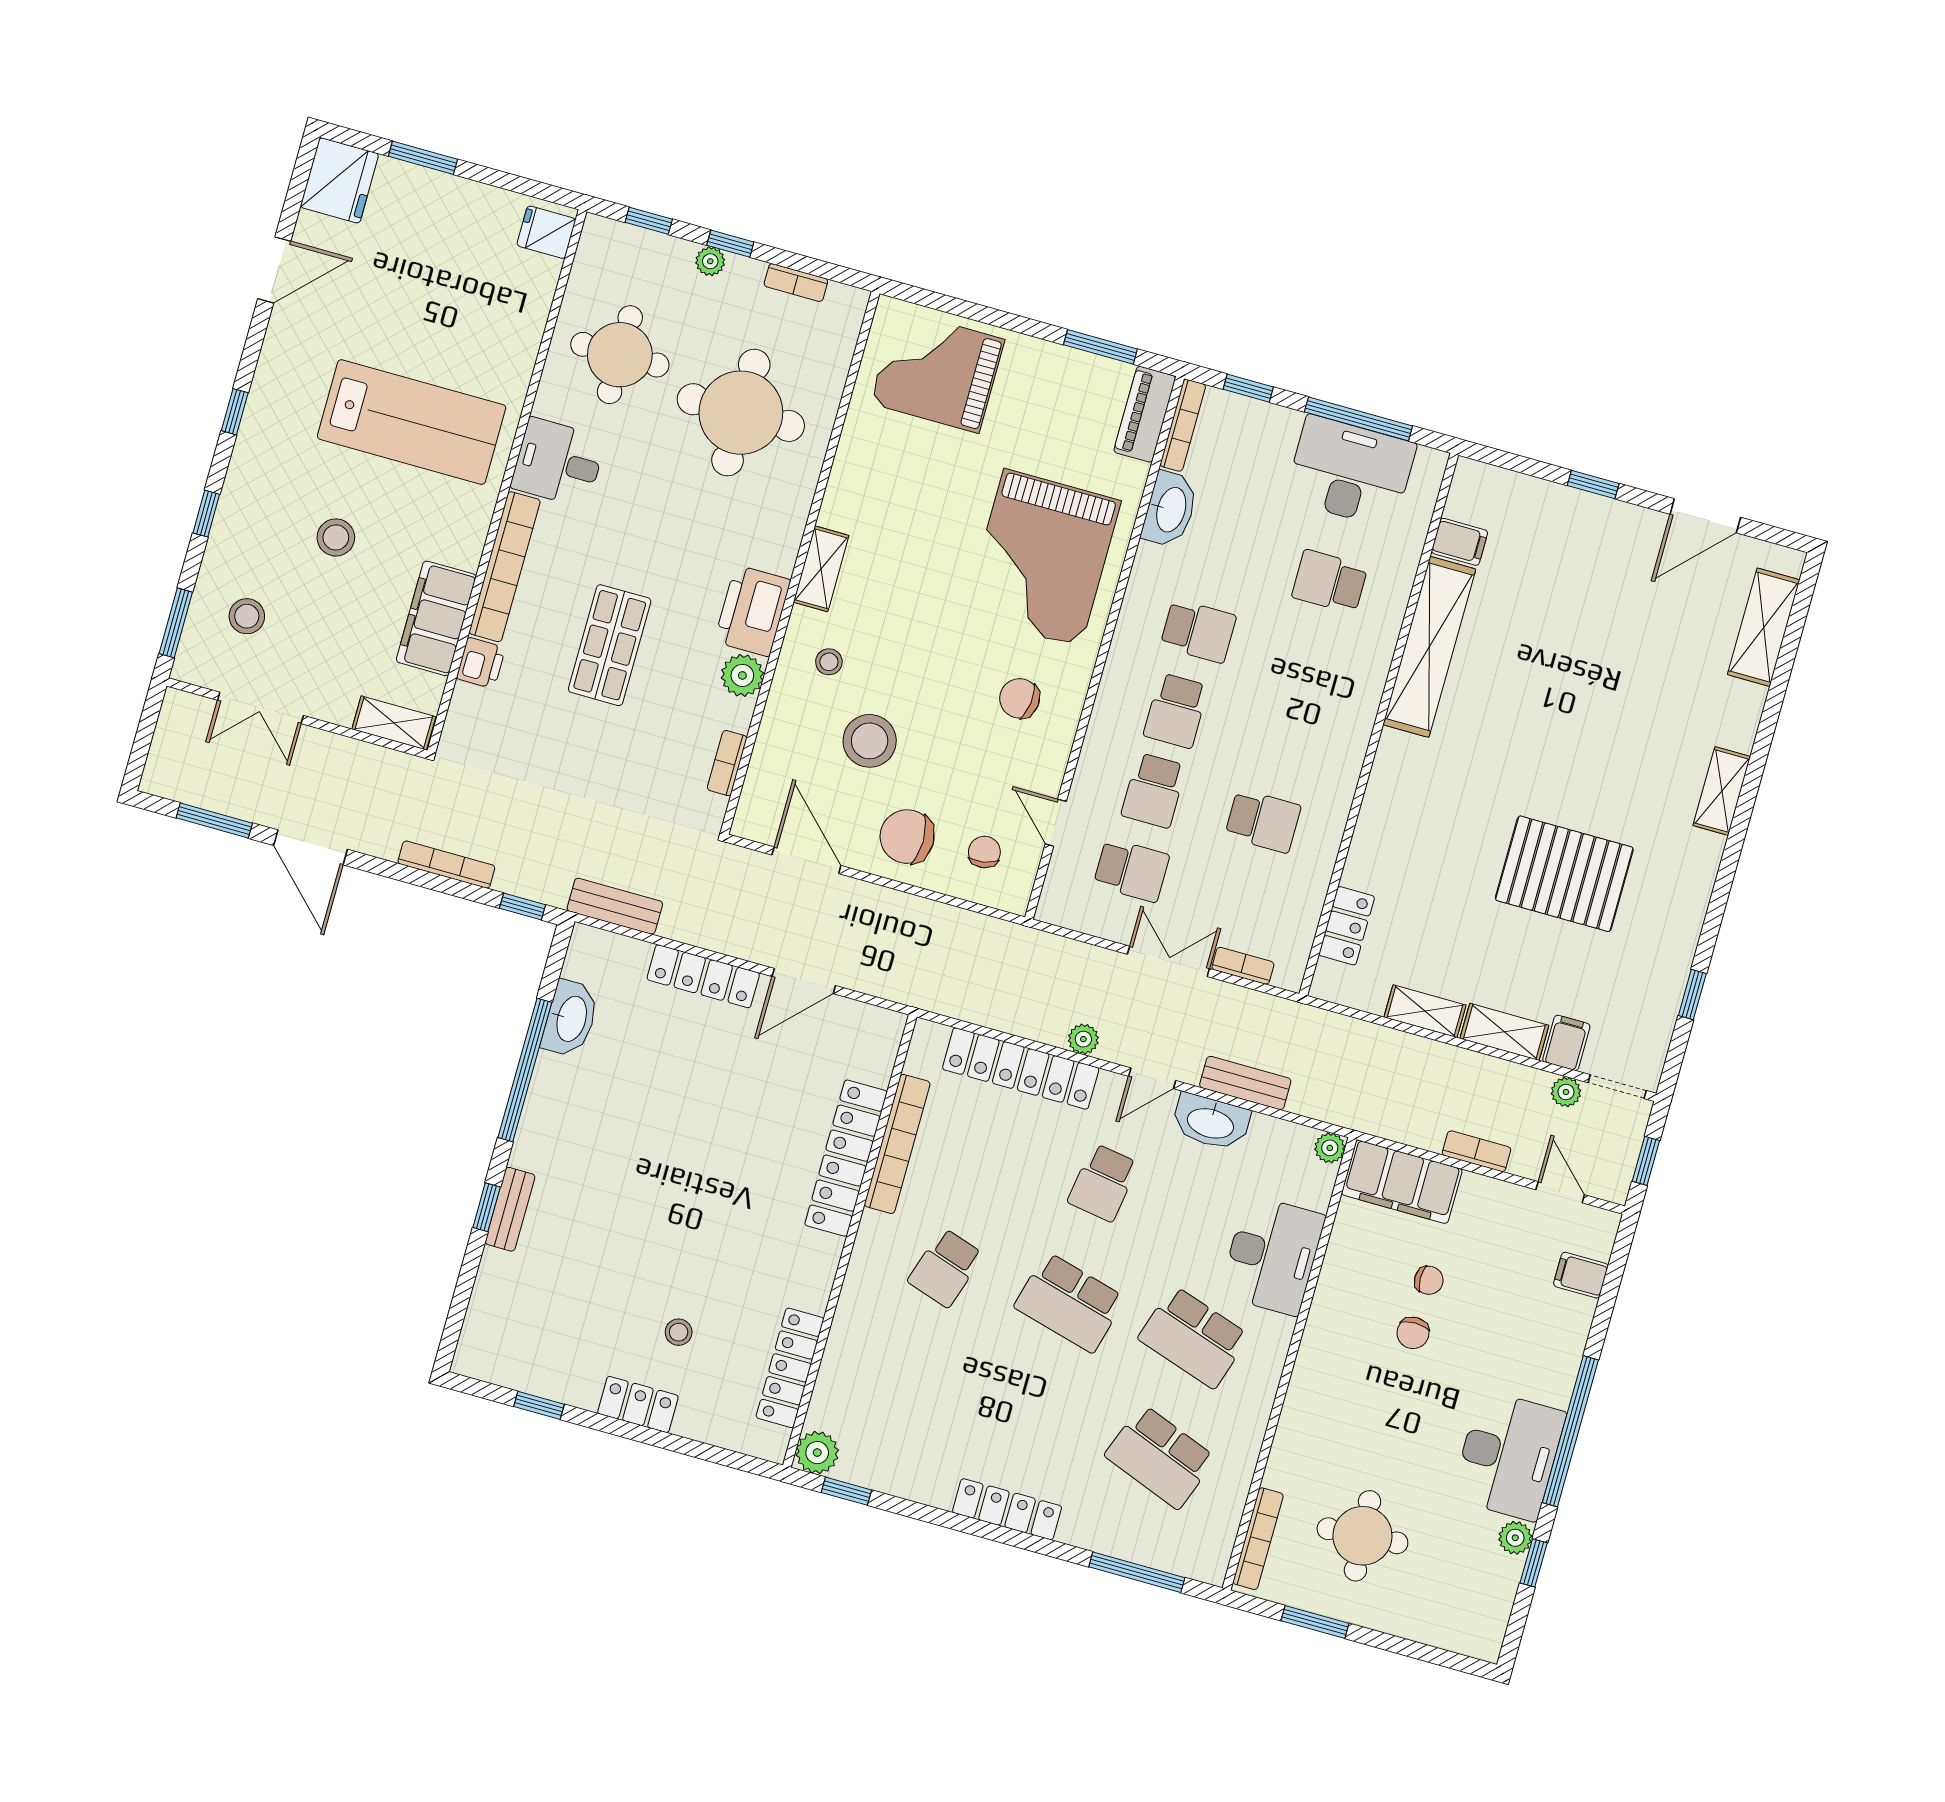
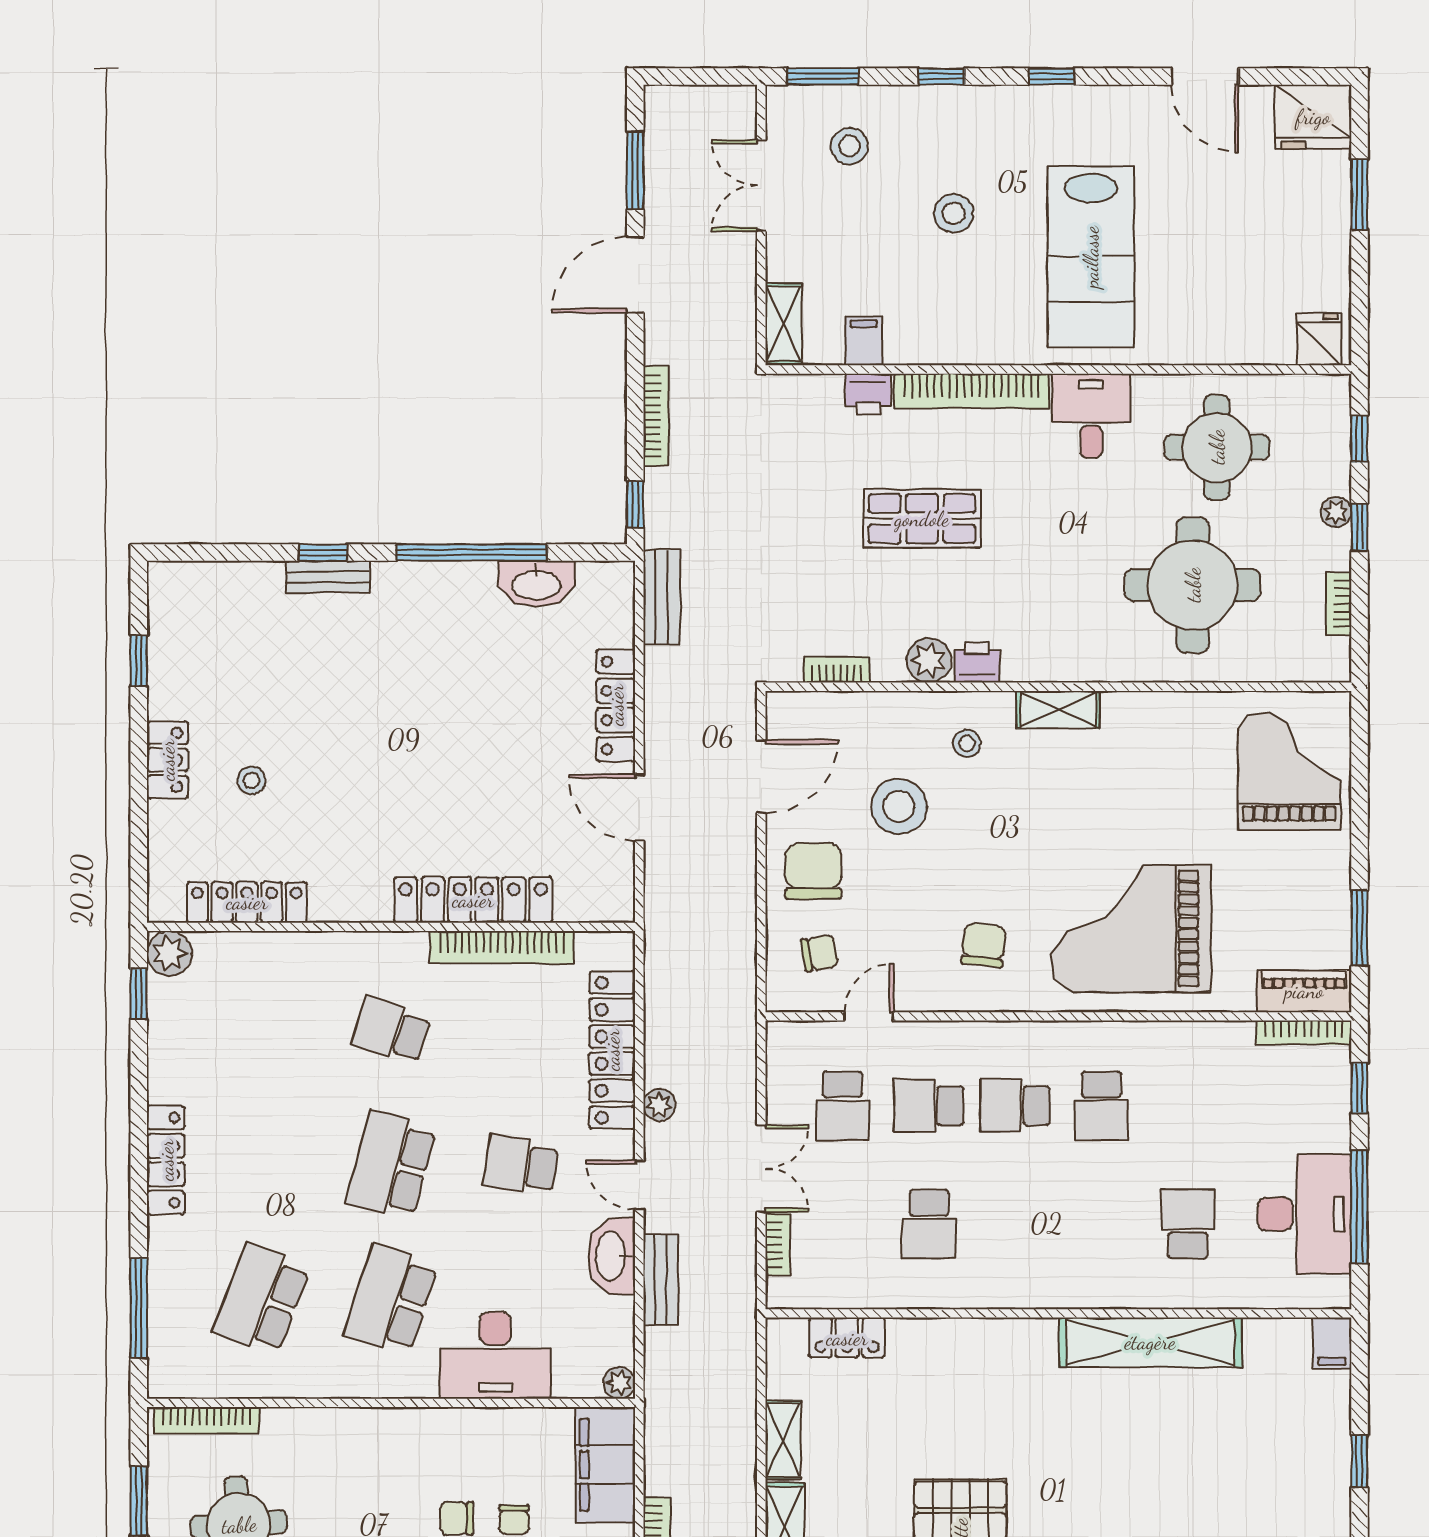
washbasin: (1170, 509) -> (1216, 1043), removed
filing cabinet: (1460, 542) -> (1332, 1343), moved
printer: (753, 611) -> (977, 662), width x0.53, depth x0.68
filing cabinet: (436, 618) -> (864, 341), width x0.33, depth x0.86

